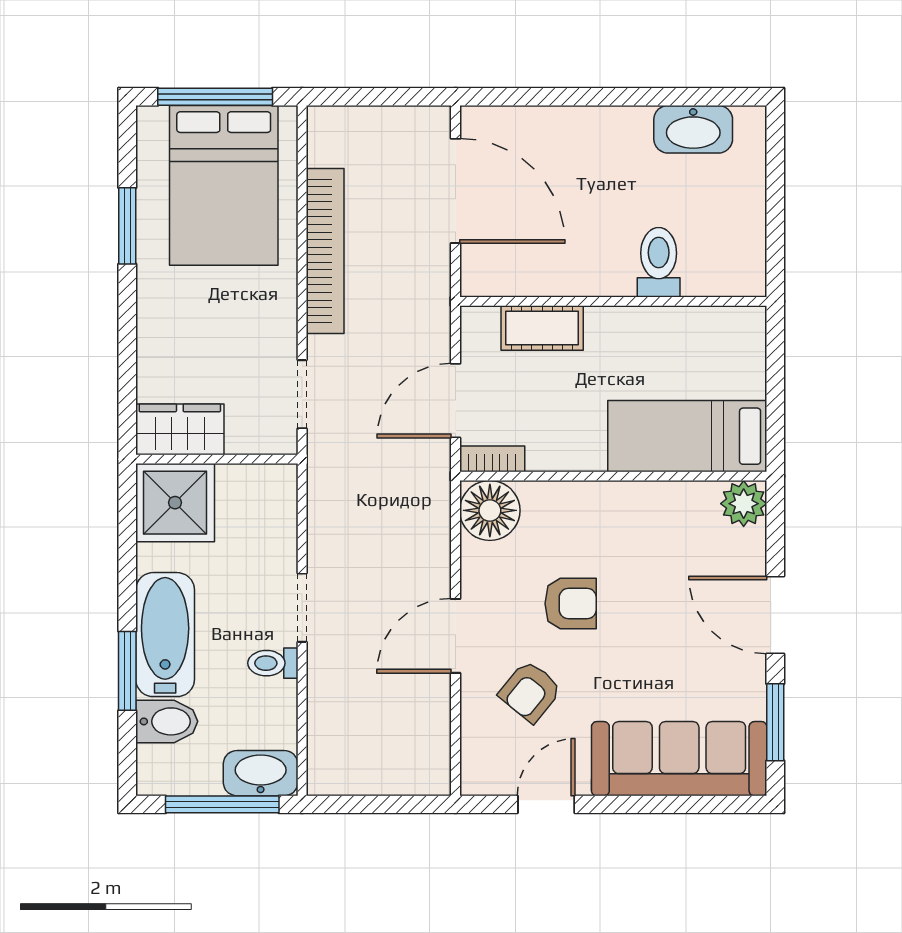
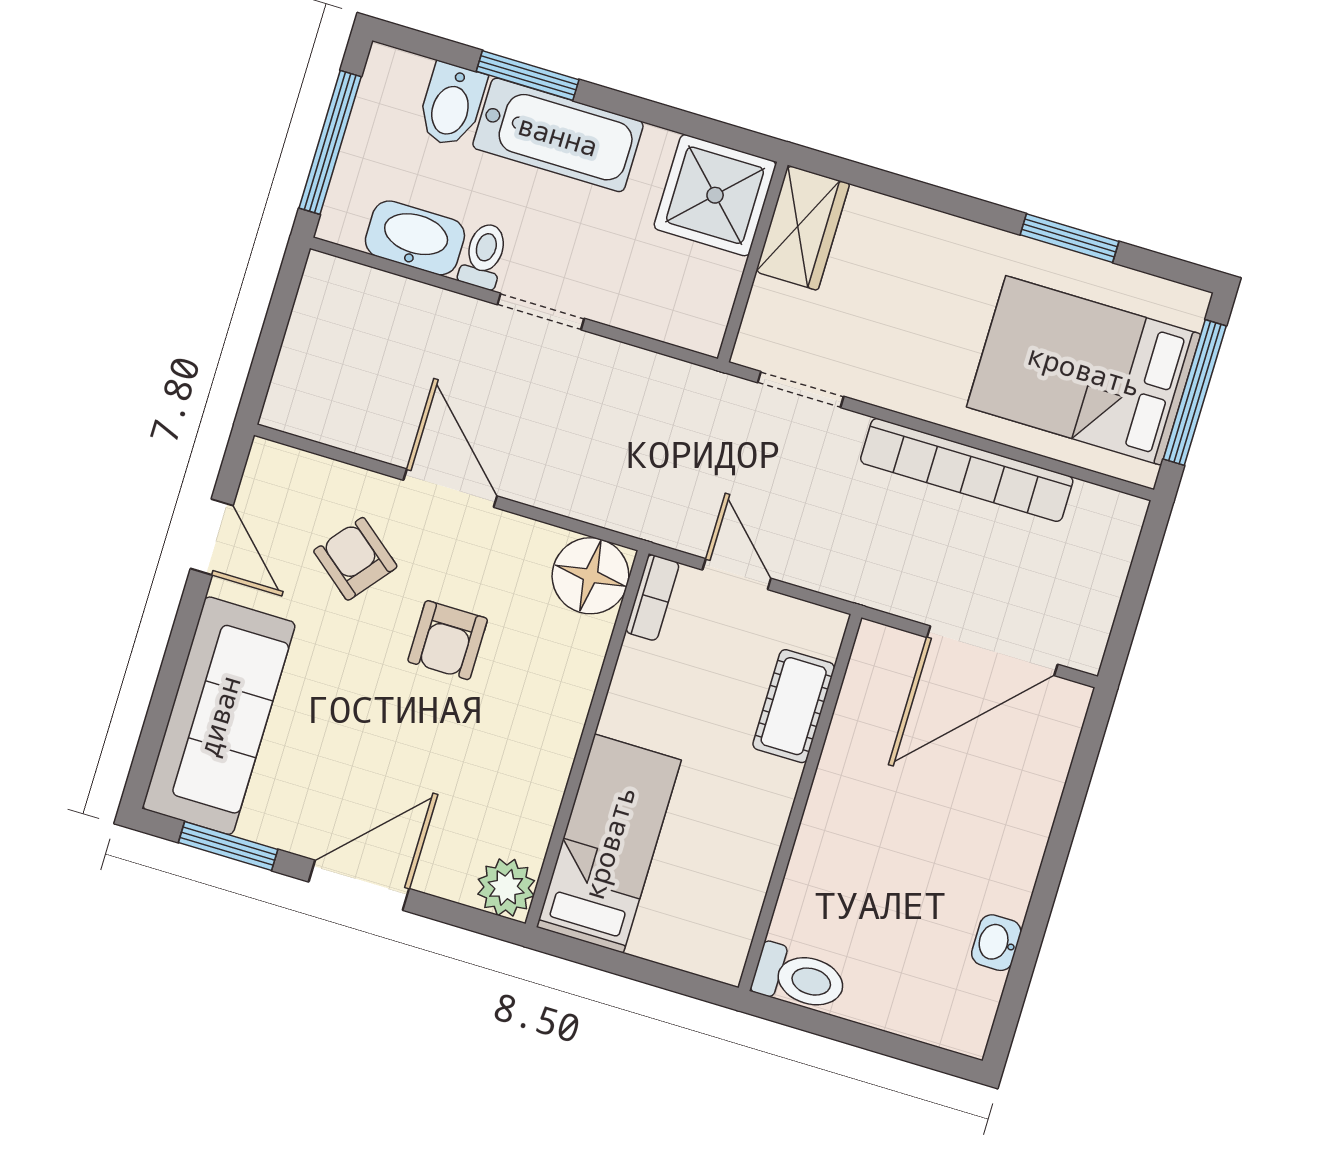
washbasin: (693, 129) -> (996, 943), width x0.52, depth x0.69
toilet: (659, 262) -> (799, 978), moved
door: (456, 401) -> (737, 574), width x0.73
washbasin: (261, 773) -> (415, 238), moved, turned -90

